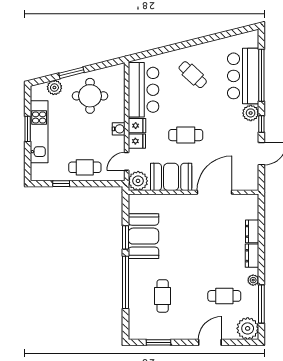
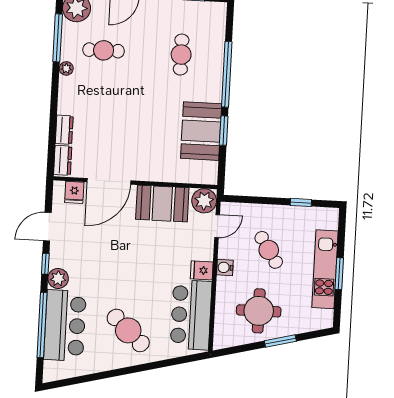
cafe table: (193, 75) -> (128, 330), width x1.37, depth x1.35
plant: (54, 88) -> (303, 324), removed
cafe table: (186, 135) -> (141, 255), removed
fridge: (137, 141) -> (74, 192), moved, turned -90
cafe table: (85, 167) -> (269, 250), moved, turned 57
dresser: (252, 256) -> (63, 160), moved

